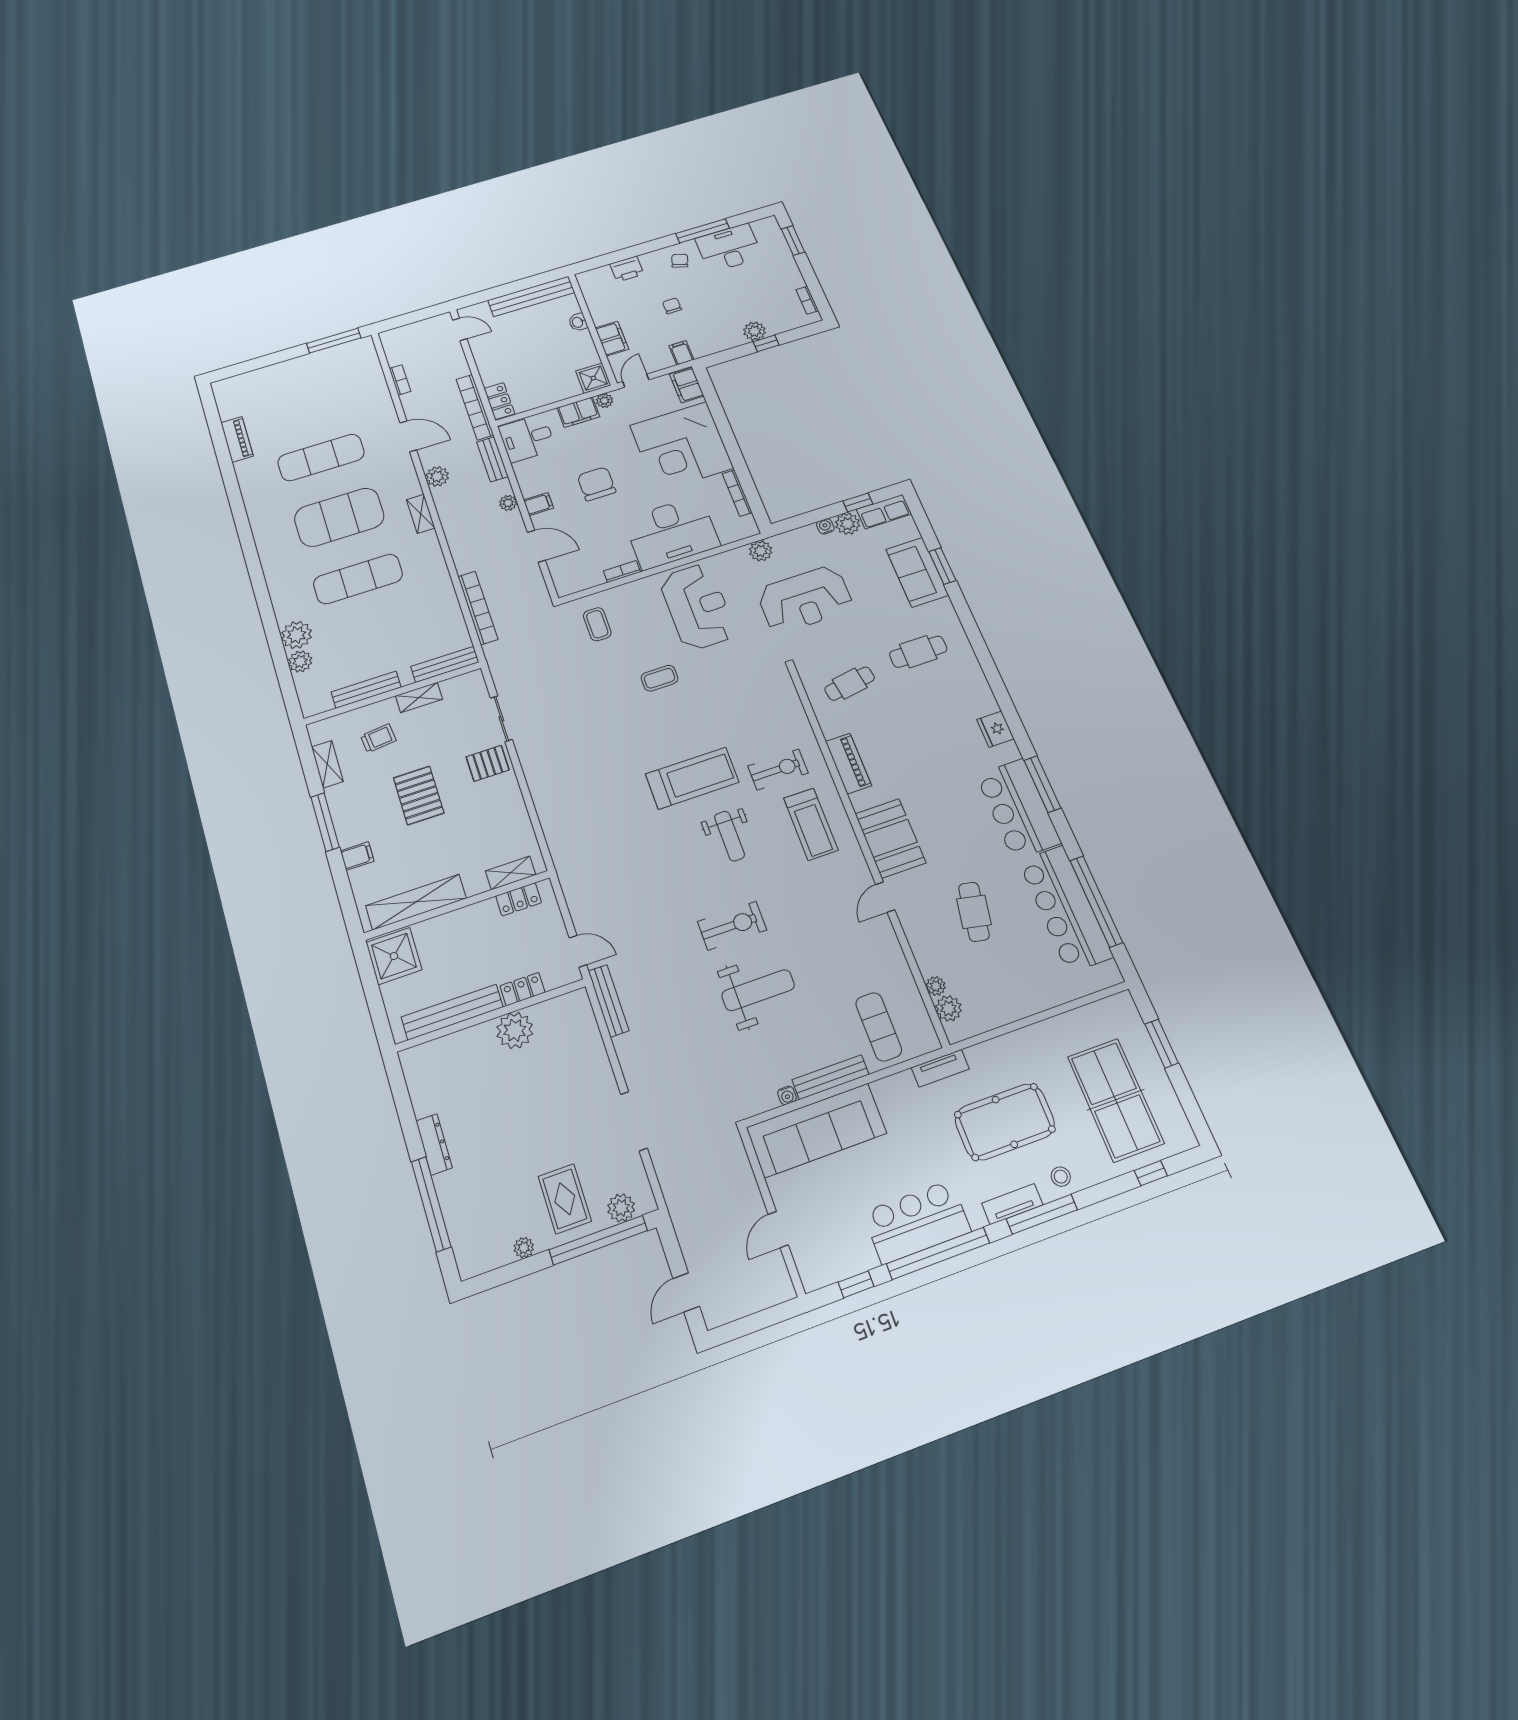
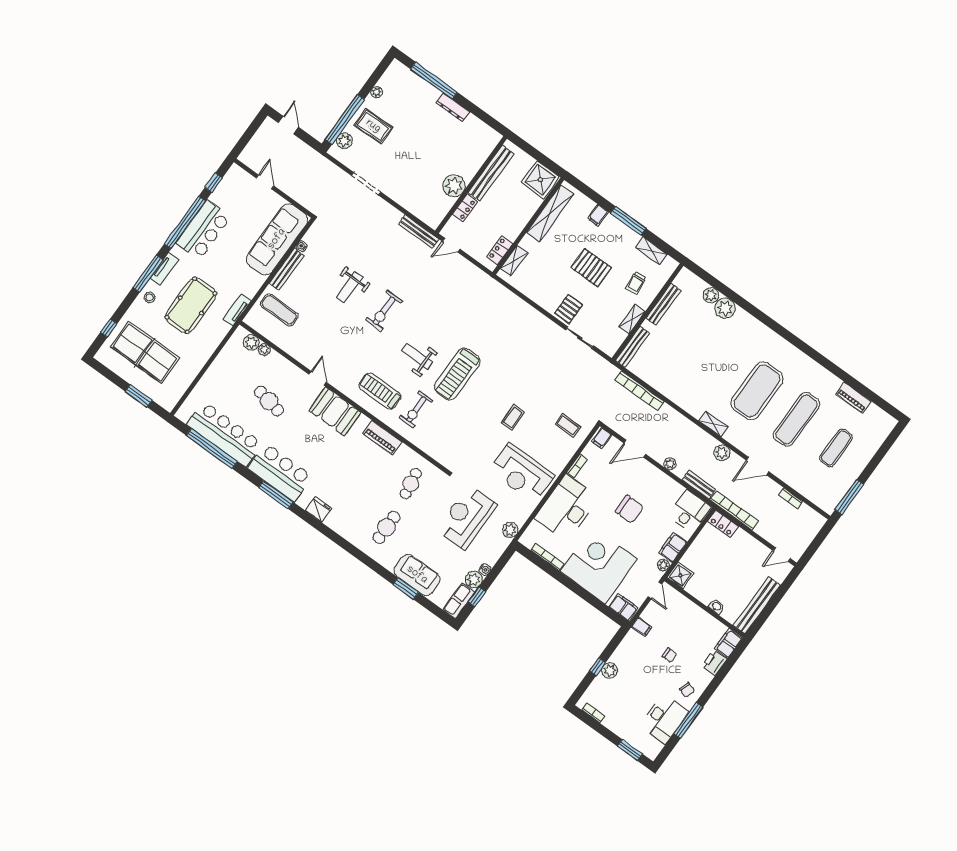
filing cabinet: (612, 339) -> (728, 643), moved, turned 90
filing cabinet: (538, 504) -> (602, 438), moved
exercise mat: (358, 579) -> (836, 448), moved, width x0.73, depth x0.69
weight bench: (758, 990) -> (349, 287), width x0.73, depth x0.75

